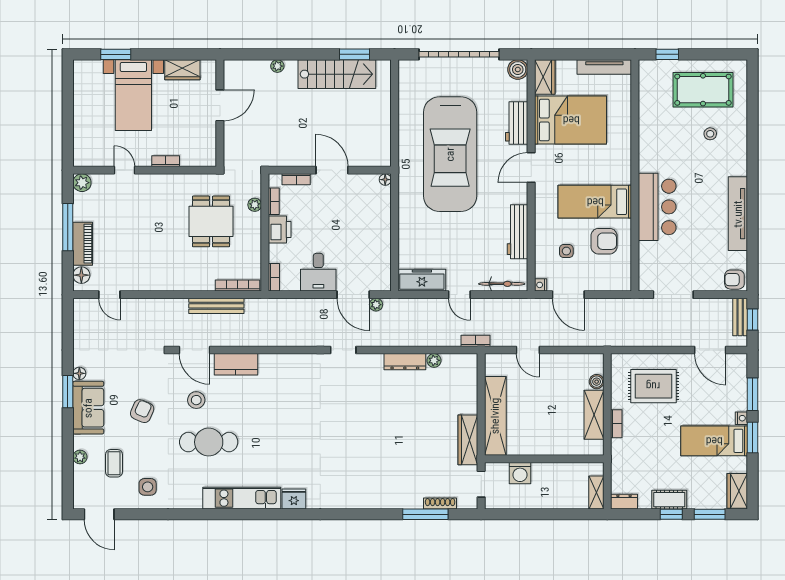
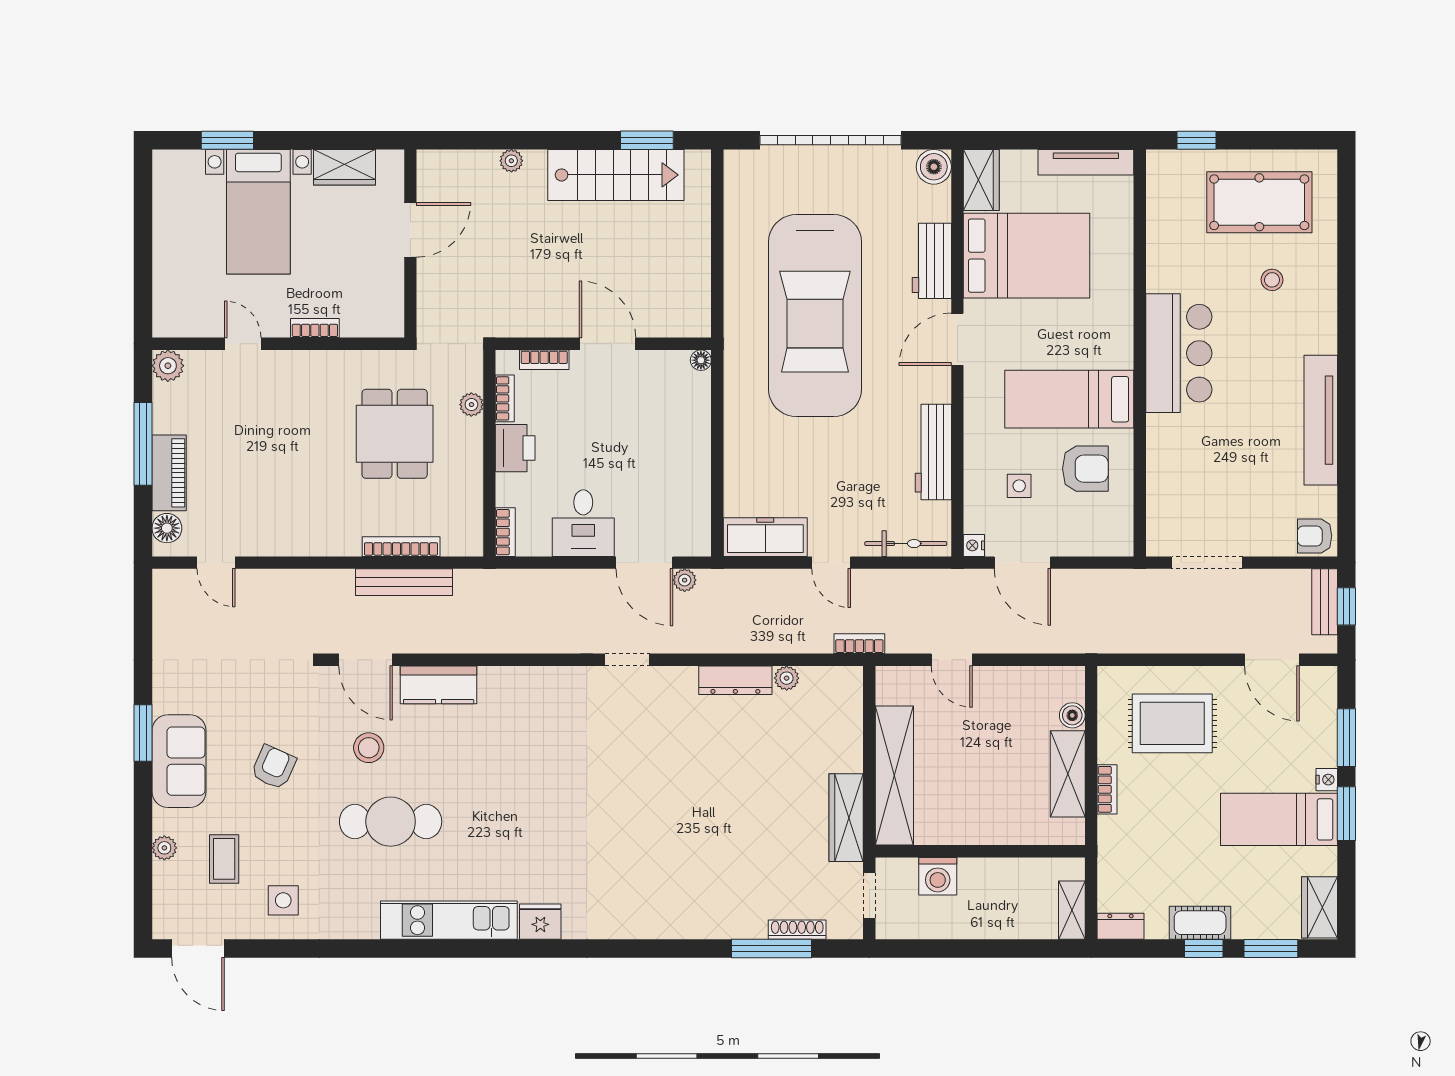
bar counter: (657, 207) -> (1179, 353), moved
bookcase: (238, 286) -> (401, 547), moved
floor lamp: (79, 373) -> (163, 701), removed

